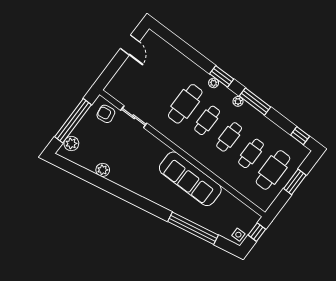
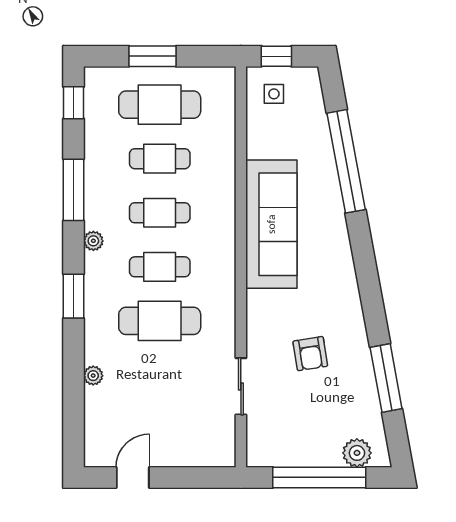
plant: (214, 83) -> (93, 376), moved
window: (255, 101) -> (73, 190), moved
armchair: (106, 114) -> (310, 354), moved
plant: (103, 170) -> (361, 372), removed
window: (93, 178) -> (386, 378), added
side table: (238, 235) -> (274, 94), moved

